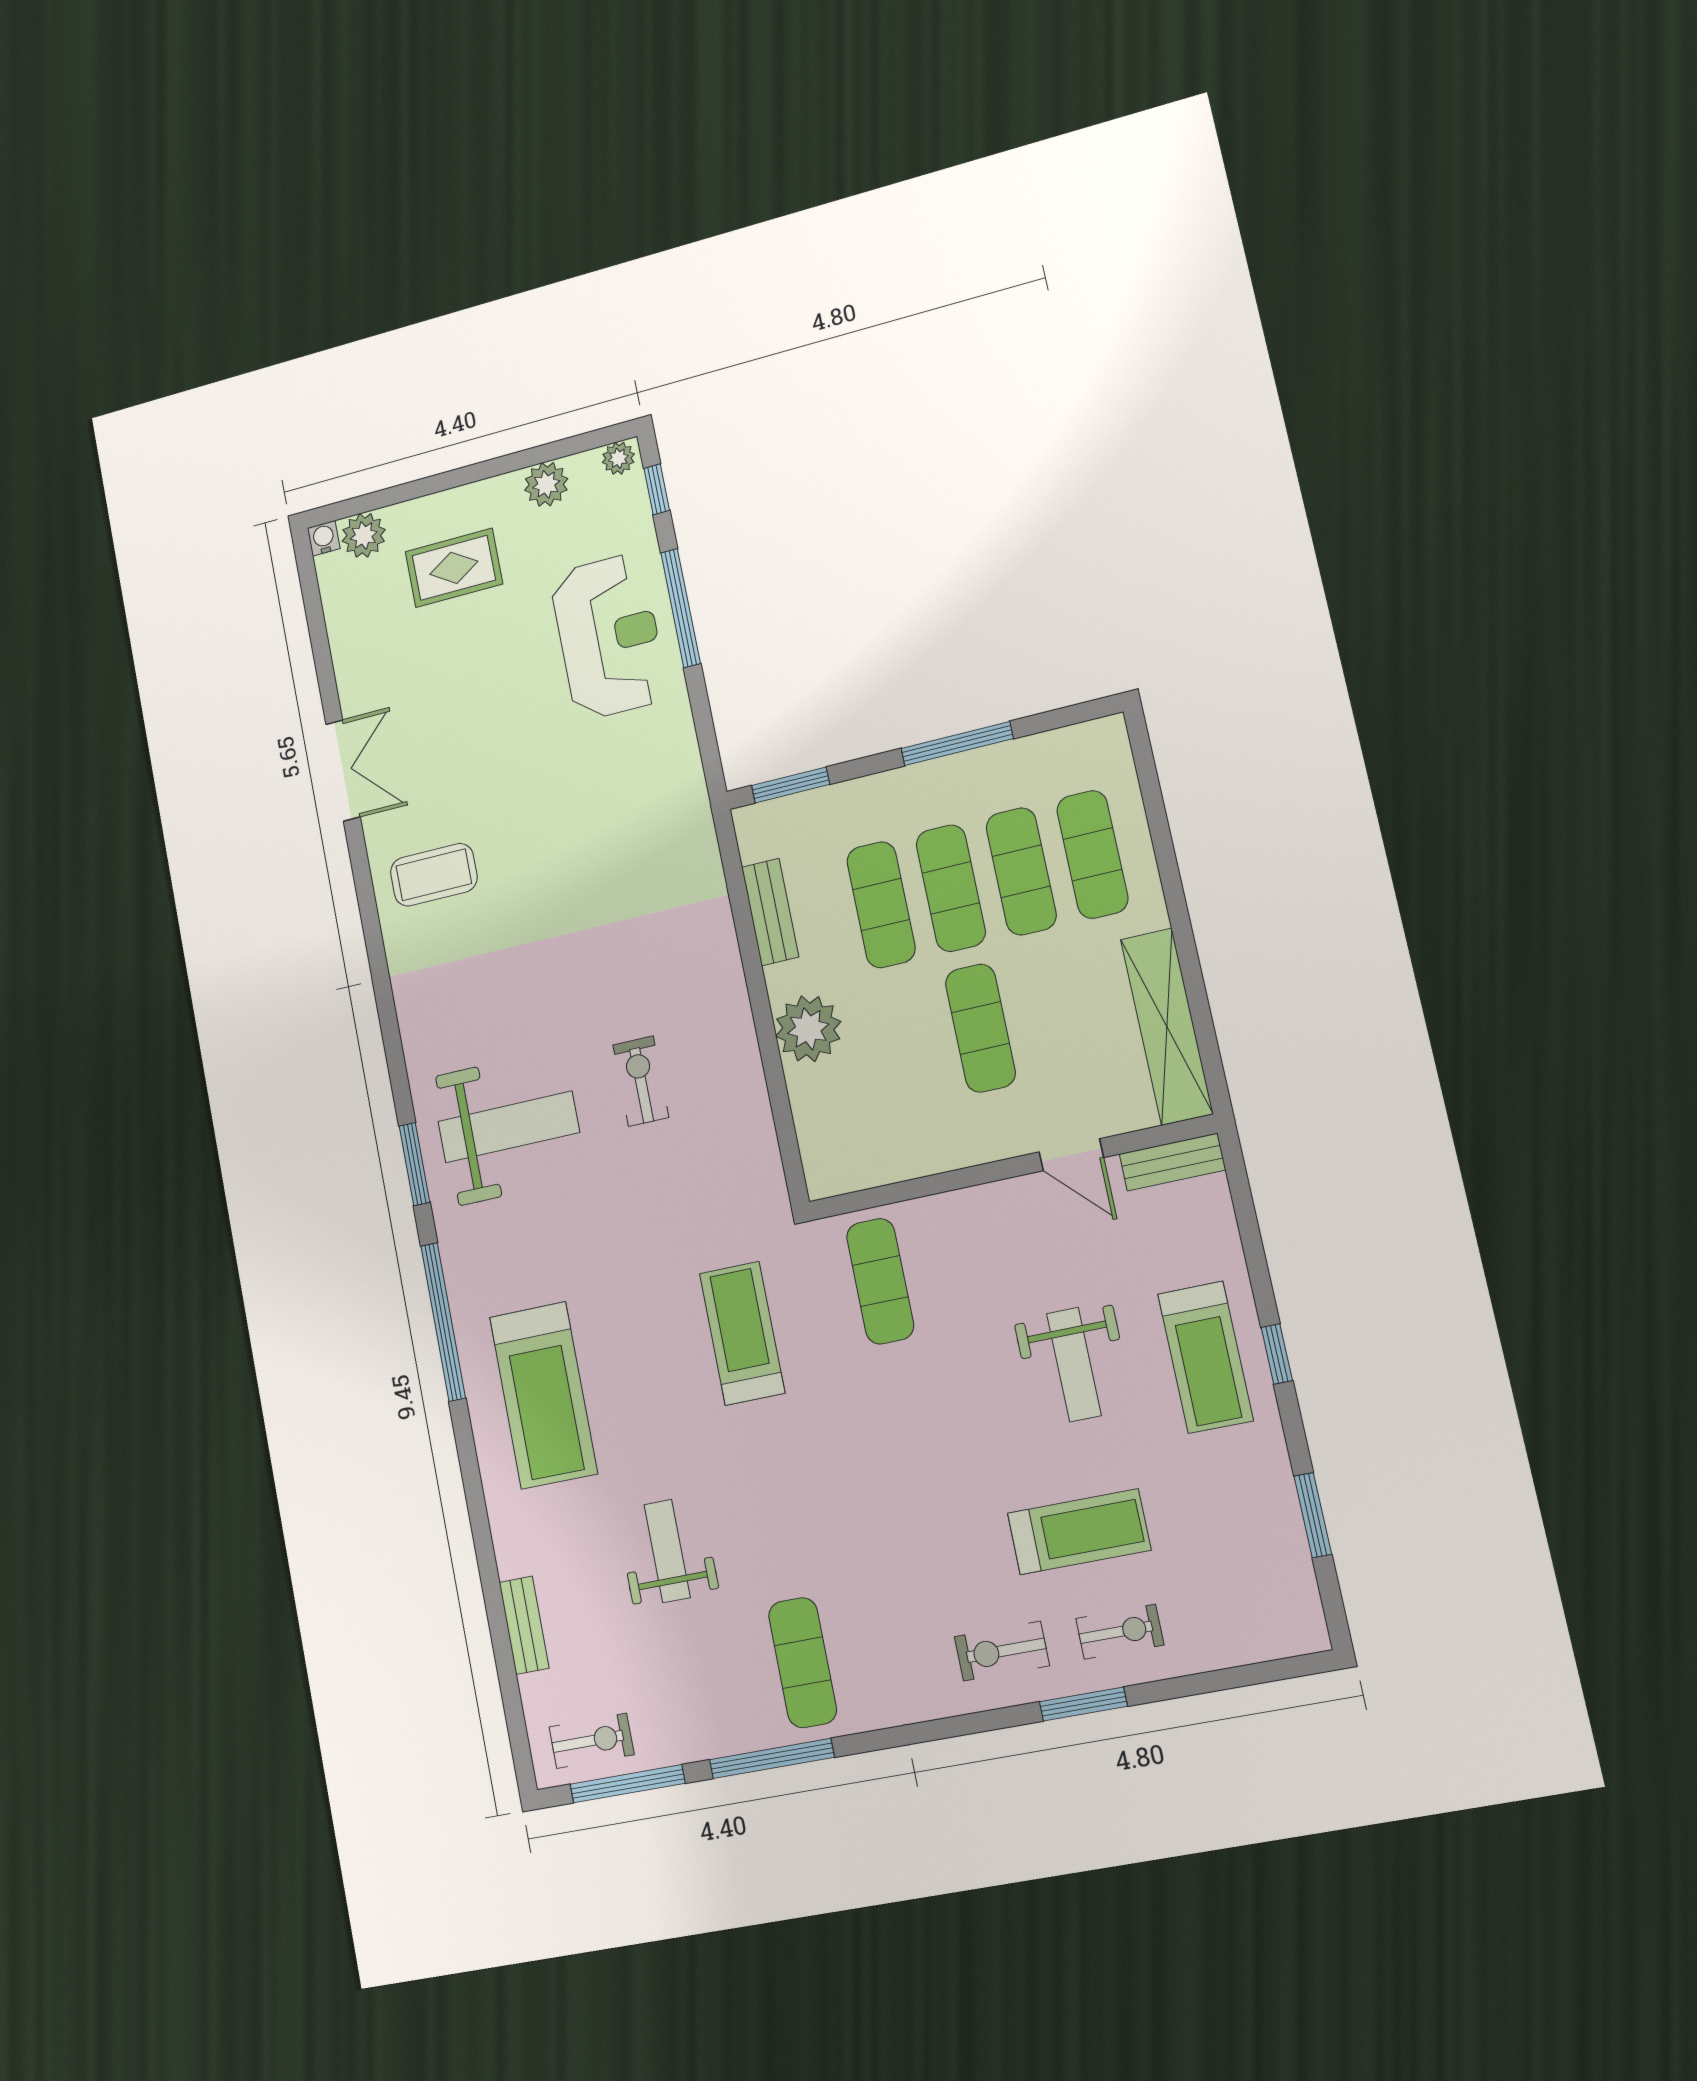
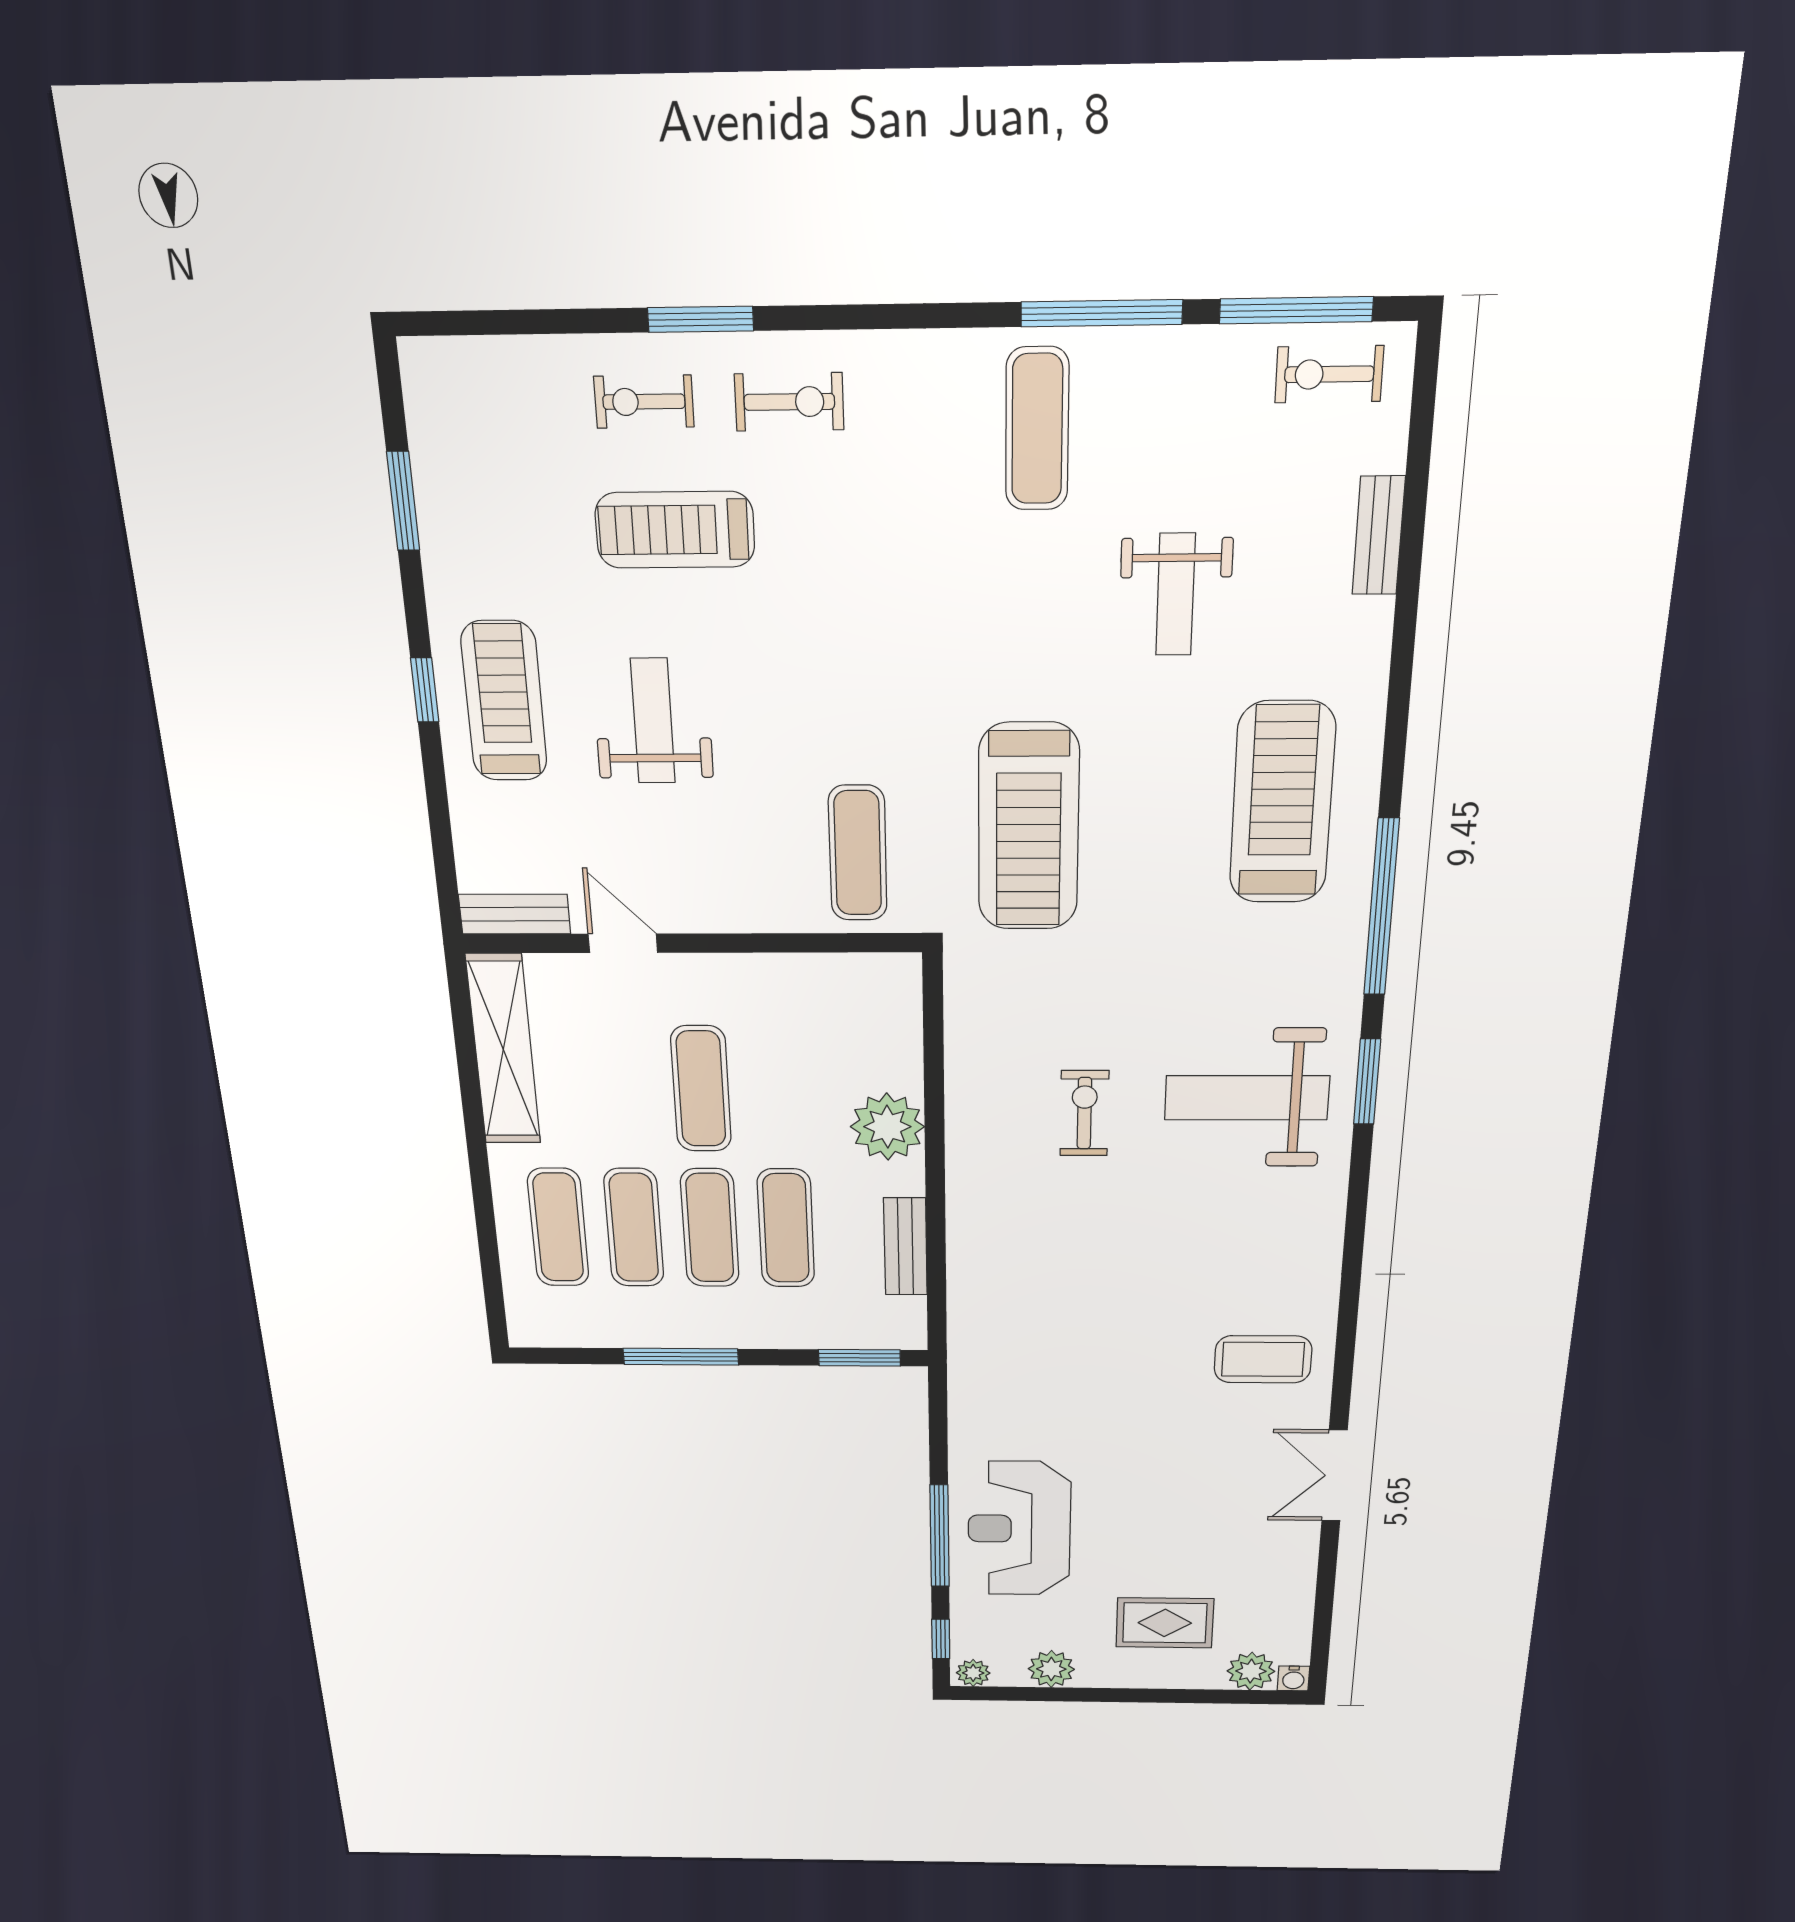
exercise bike: (641, 1081) -> (1084, 1113), turned 180
treadmill: (742, 1333) -> (1029, 827), width x1.37, depth x1.38

